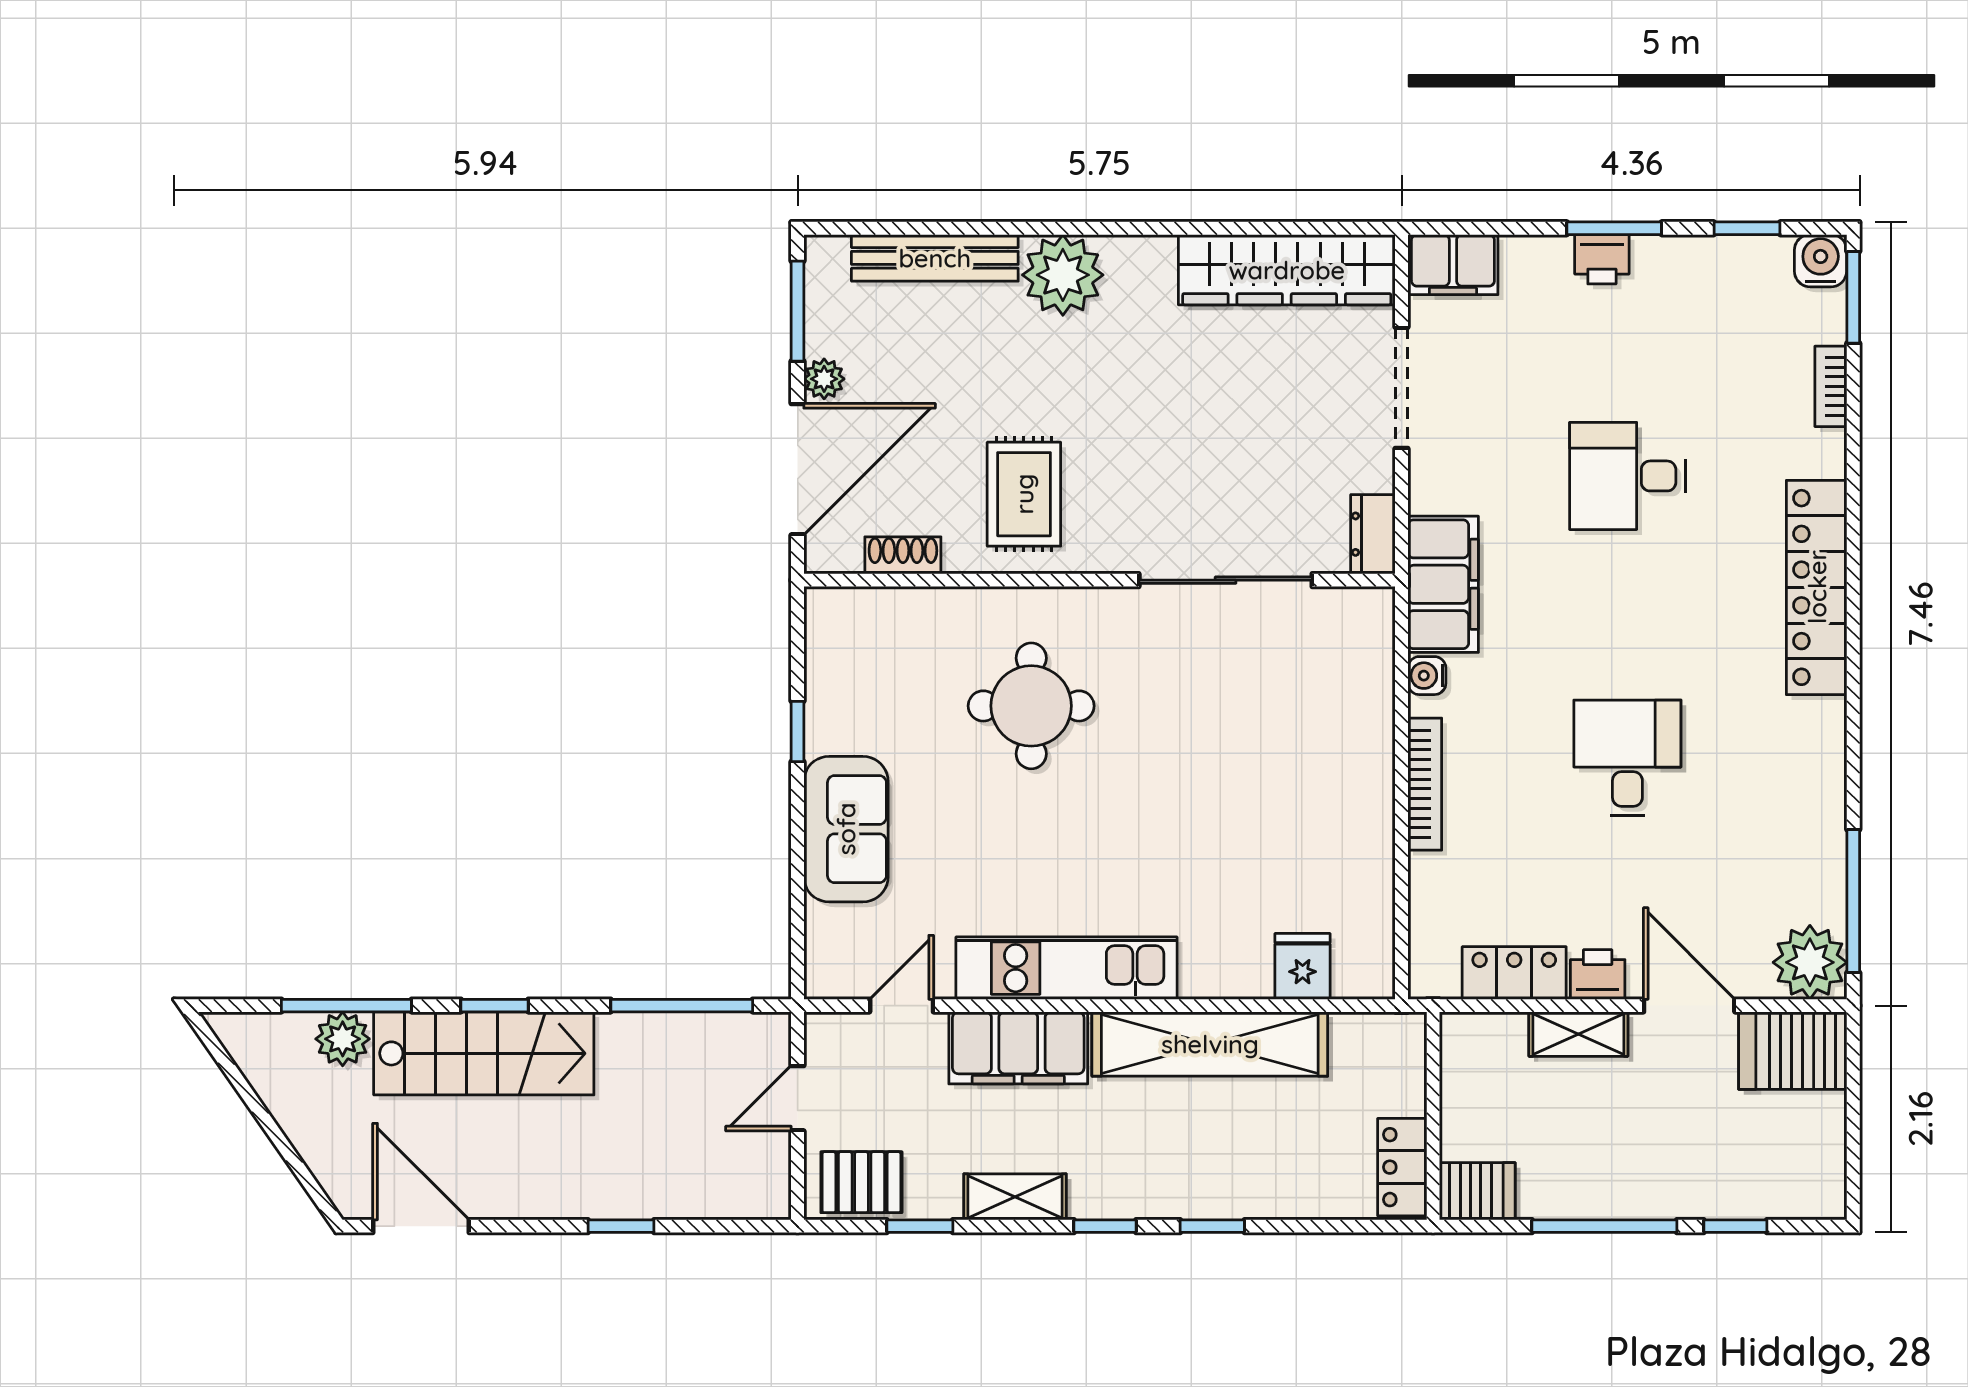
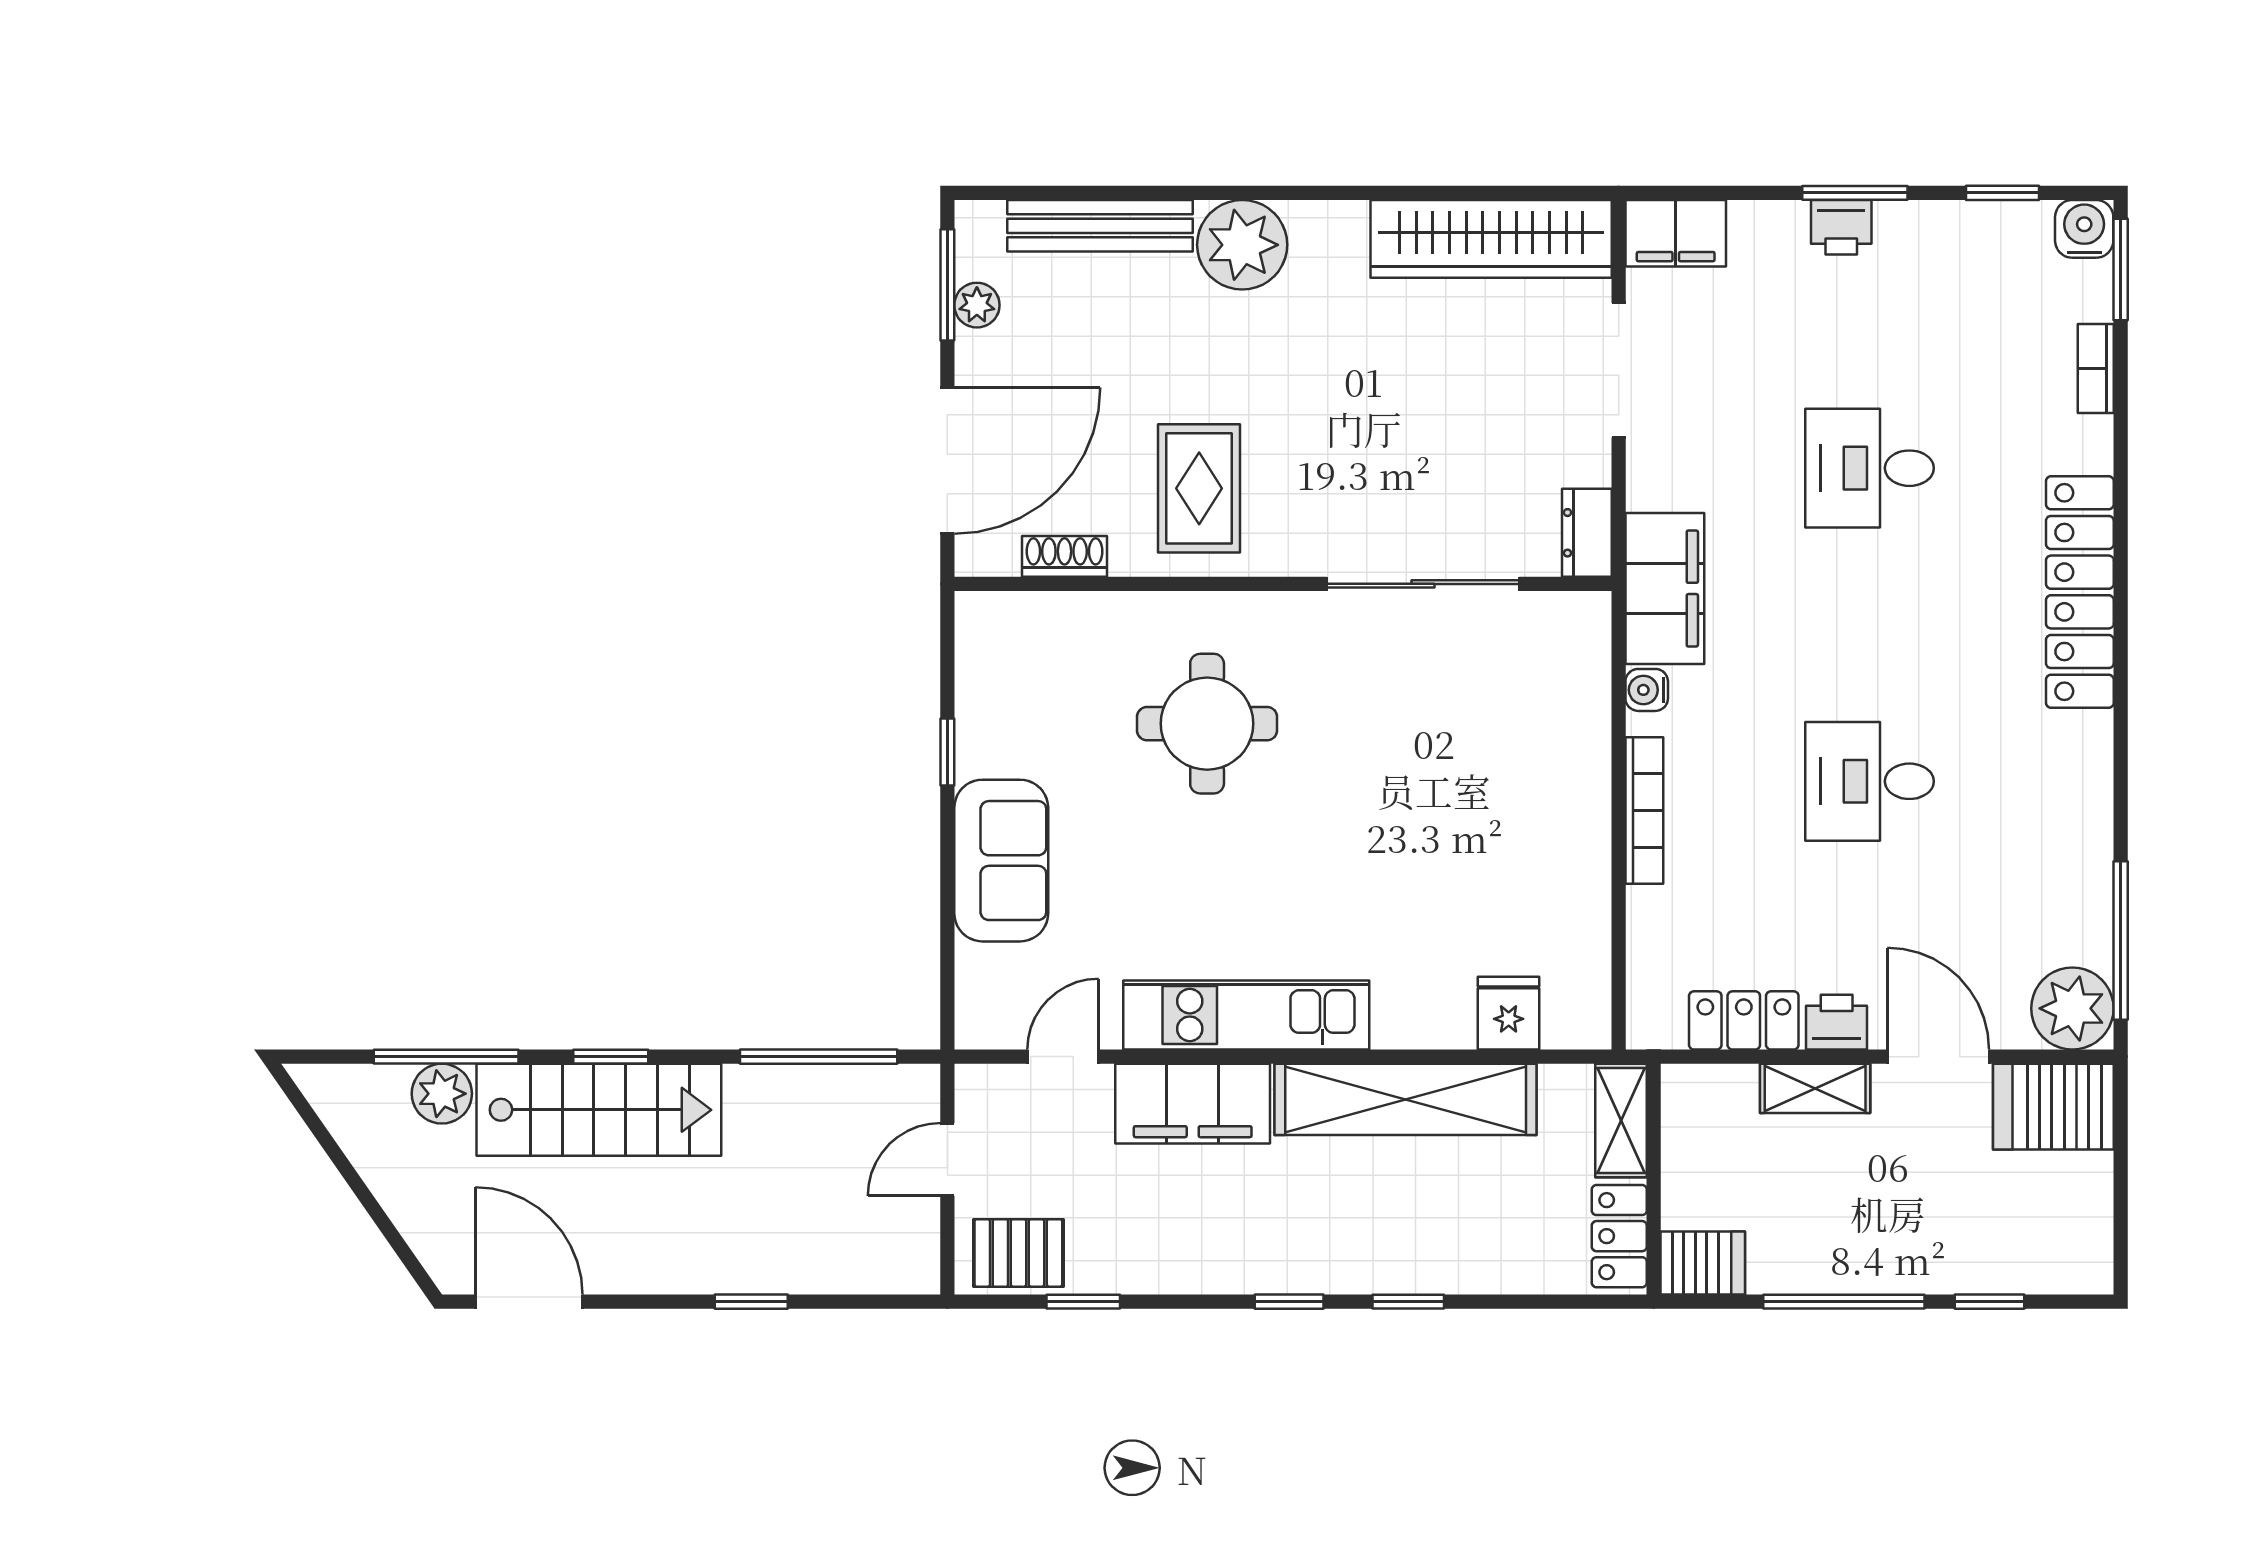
plant: (824, 379) -> (977, 305), moved
desk: (1627, 758) -> (1870, 781), turned -90
shelving: (1015, 1197) -> (1621, 1120), moved, turned 90

